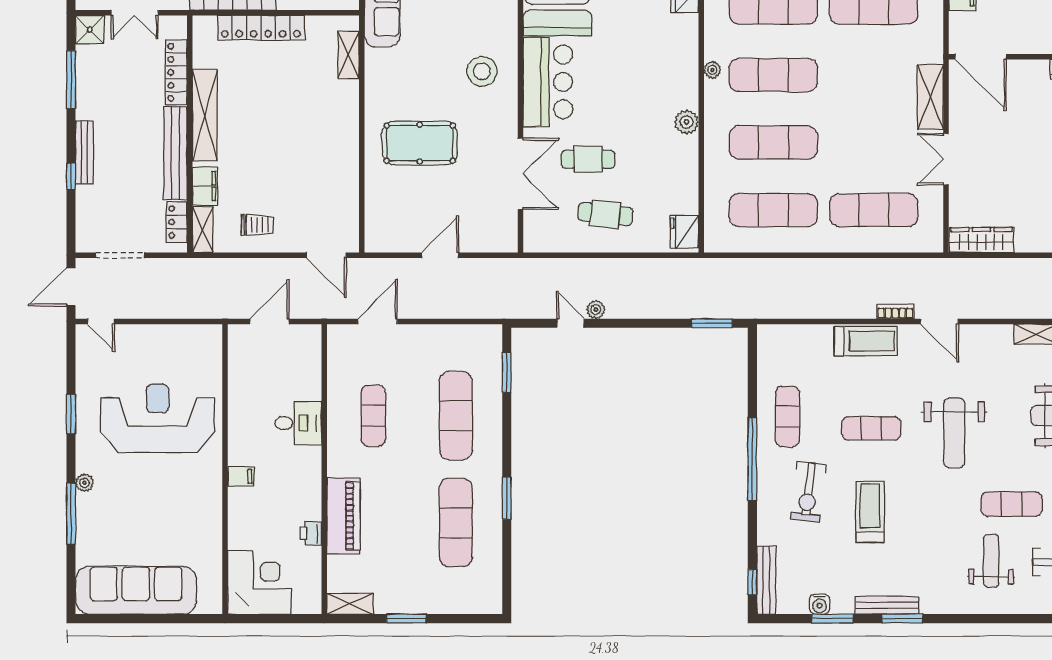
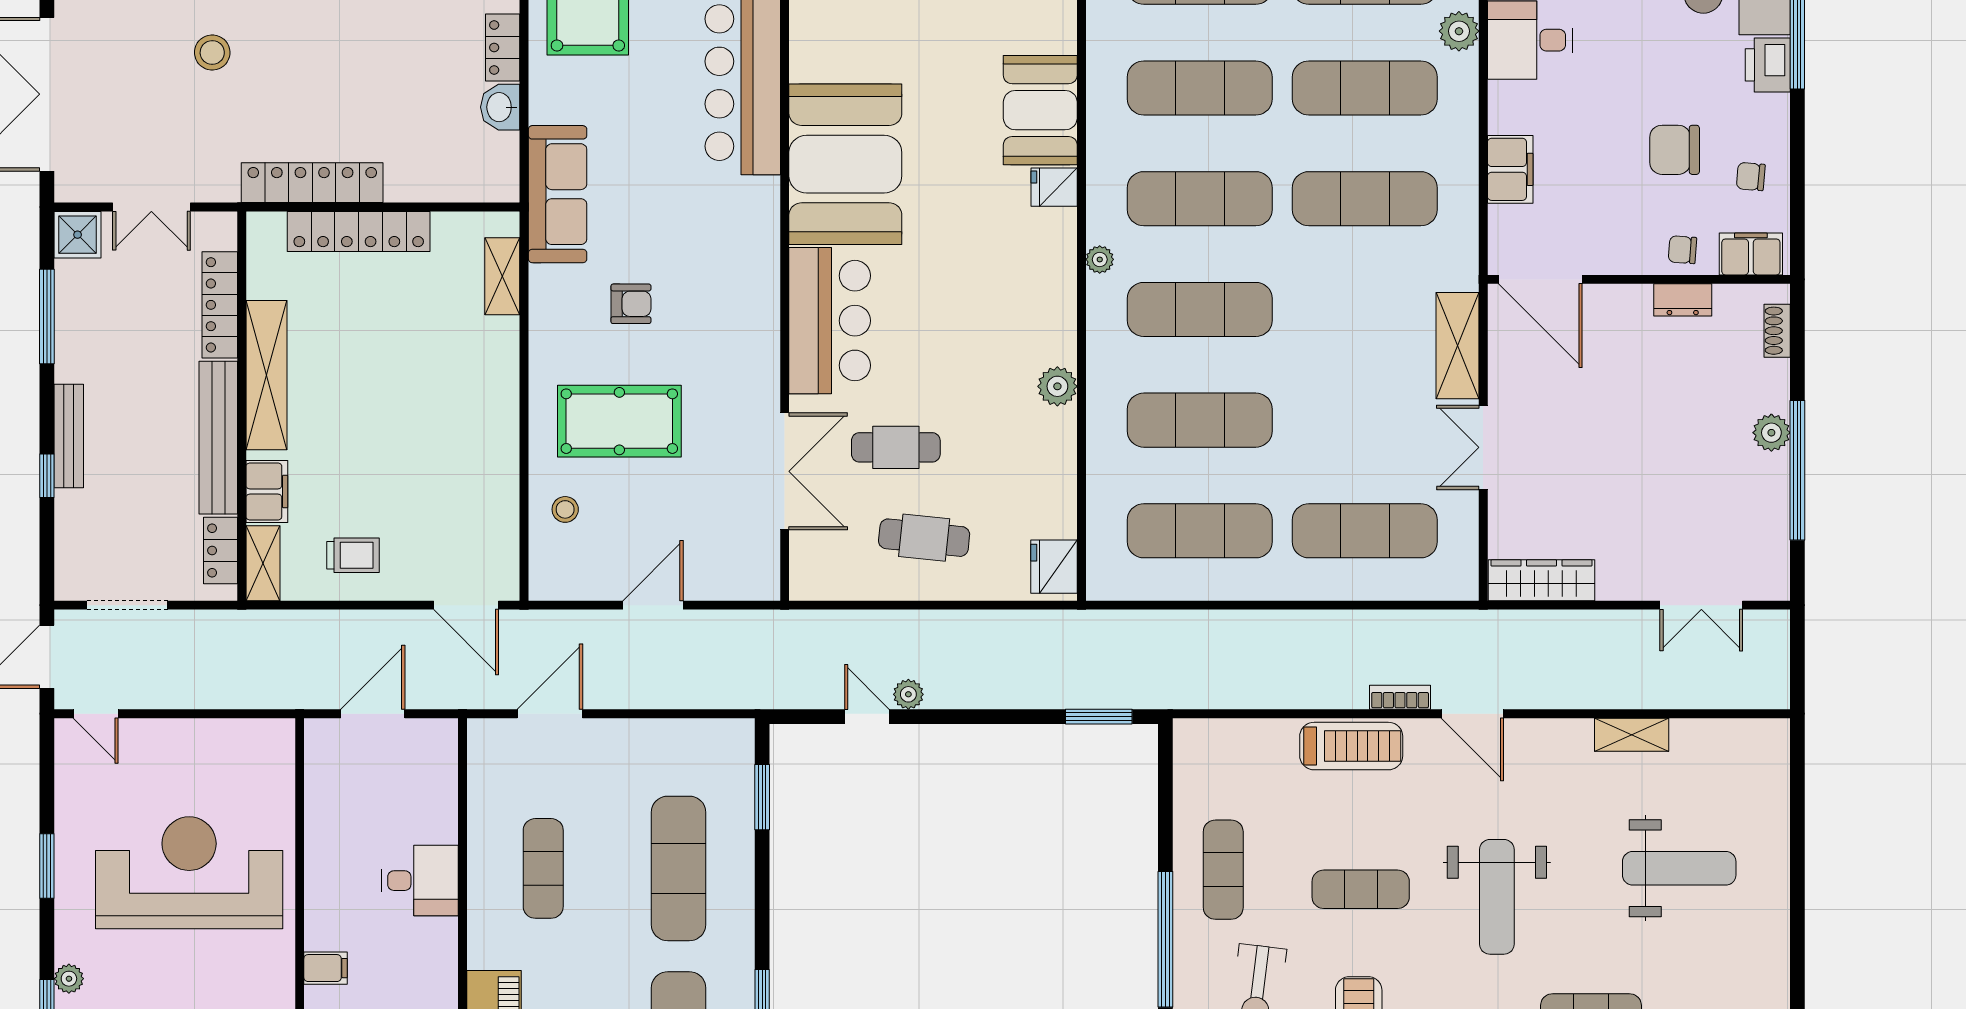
plant: (712, 70) -> (1100, 259), moved
stool: (482, 71) -> (565, 509), moved, width x0.53, depth x0.53
armchair: (427, 72) -> (631, 304), added

